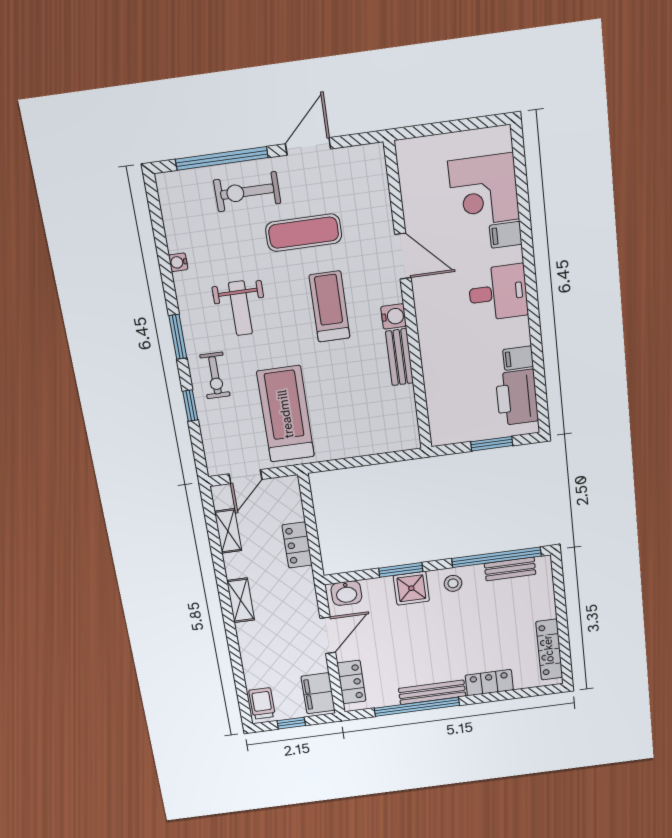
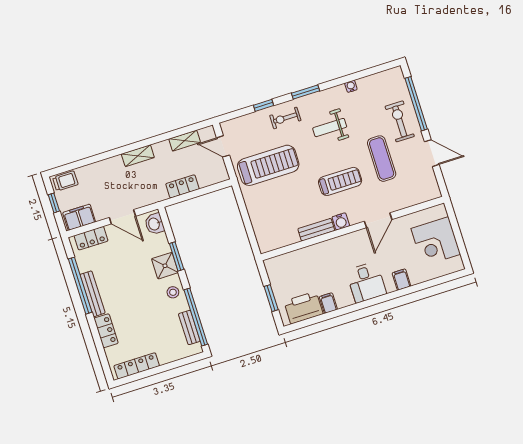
corner desk: (484, 190) -> (436, 241), moved, turned -90

